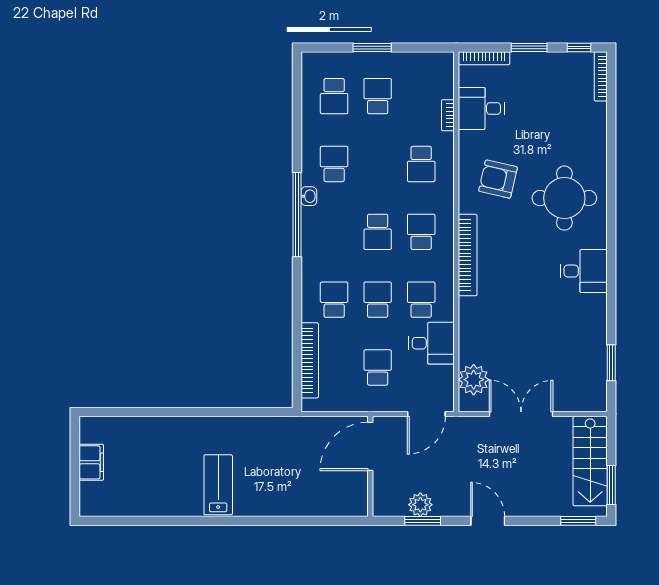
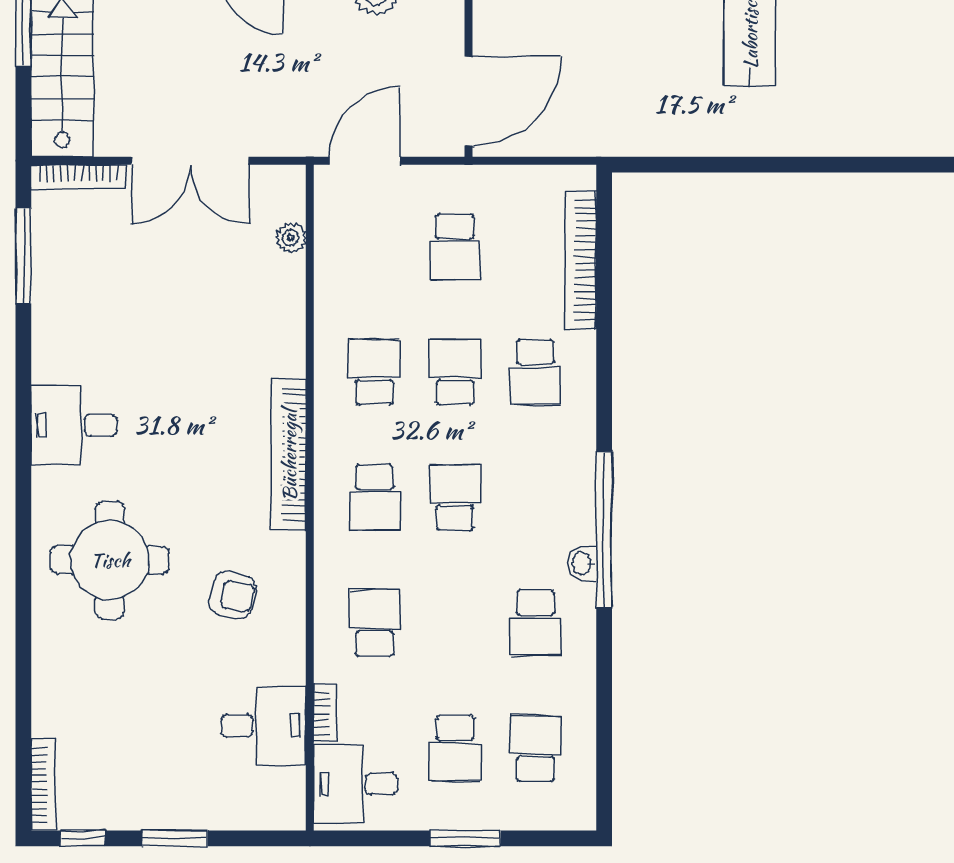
bookcase: (484, 58) -> (78, 177), moved, turned 180
armchair: (498, 179) -> (232, 595), width x0.72, depth x0.72
school desk: (378, 300) -> (455, 372), turned 180
school desk: (421, 300) -> (375, 372), turned 180
desk: (431, 343) -> (356, 784), moved
window: (611, 363) -> (23, 256), width x1.44
plant: (474, 380) -> (291, 238), width x0.53, depth x0.53

